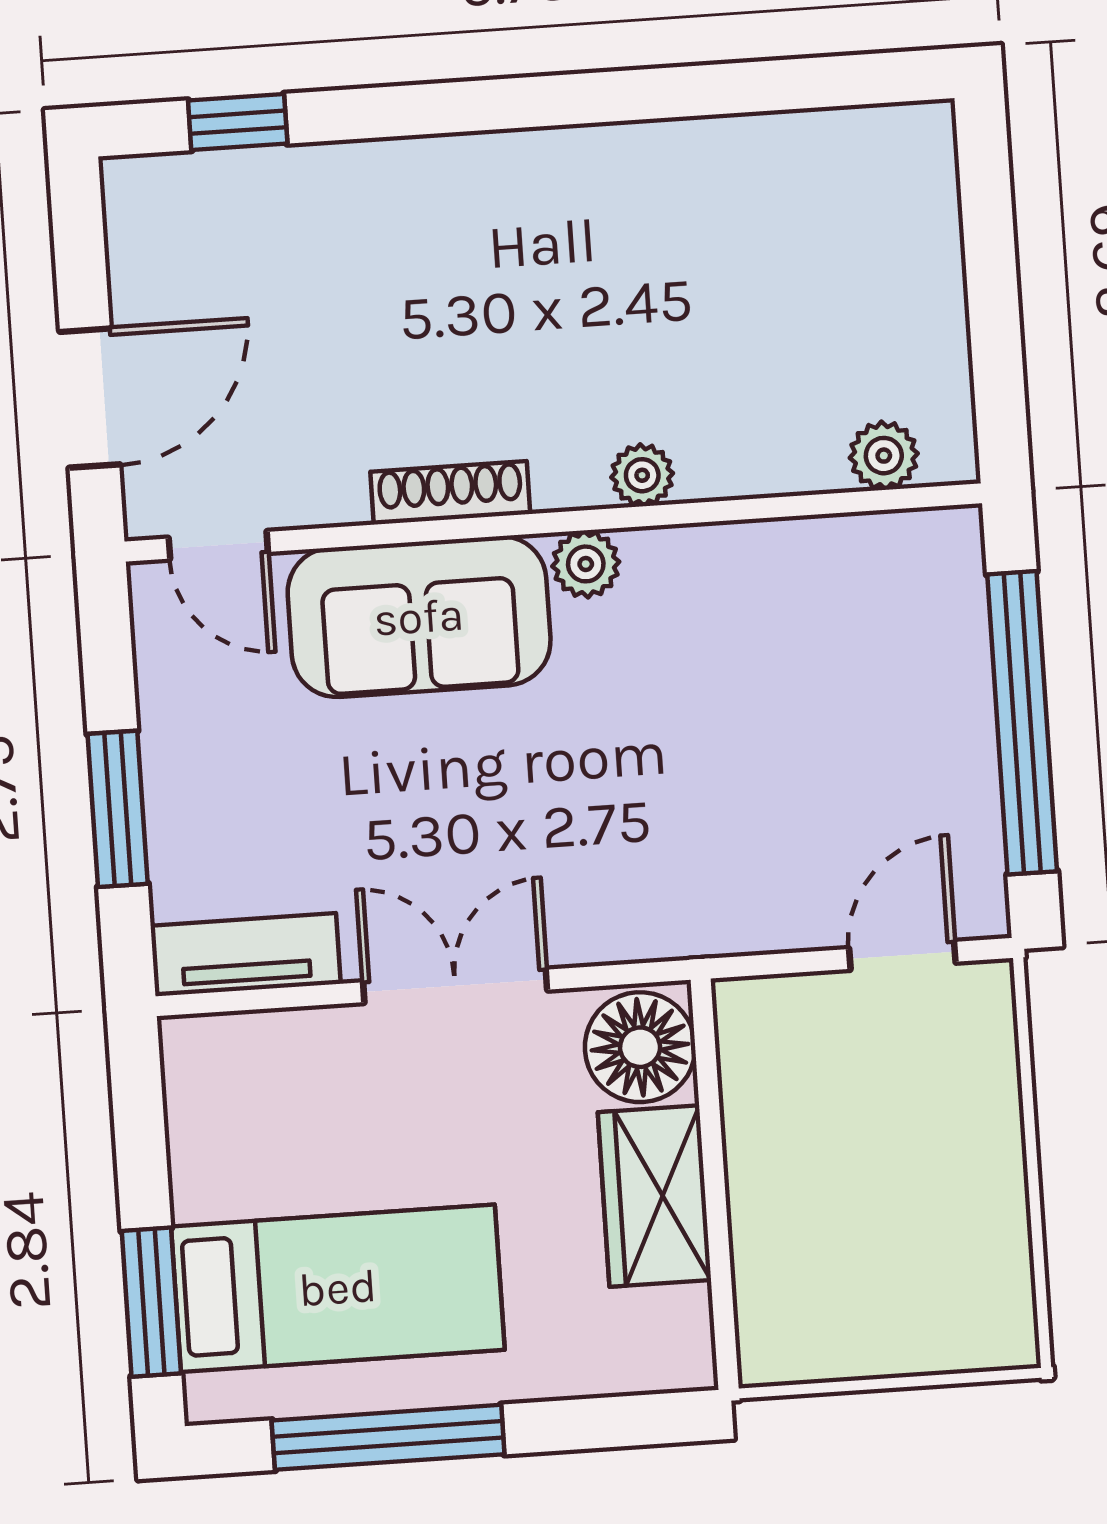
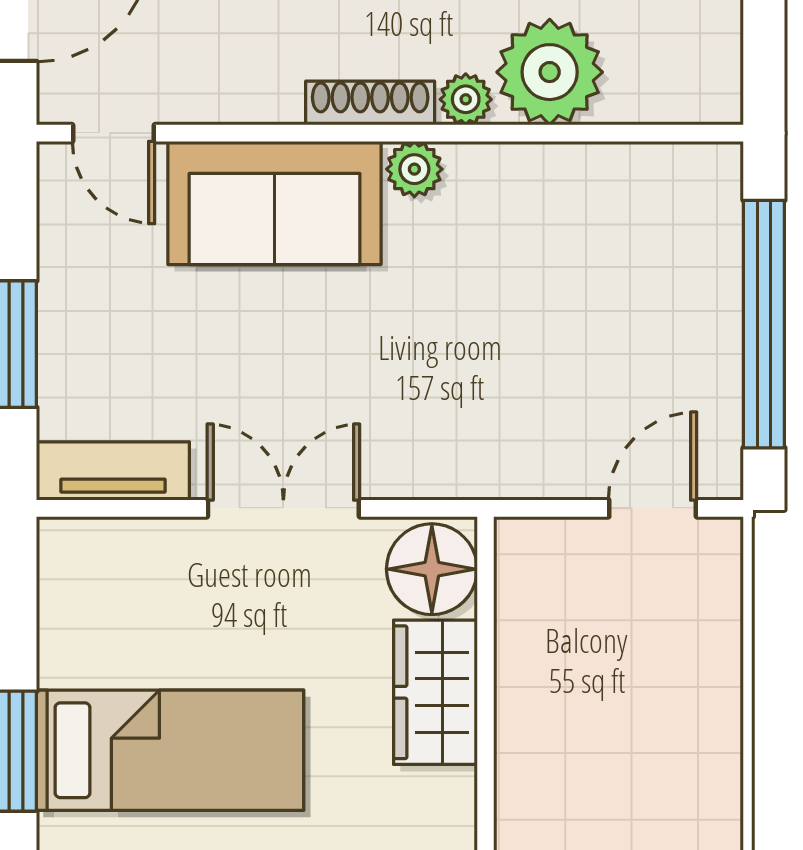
plant: (884, 456) -> (550, 72), moved, width x1.88, depth x1.88
shoe rack: (450, 493) -> (370, 103), moved

